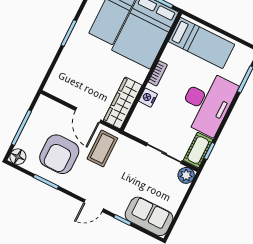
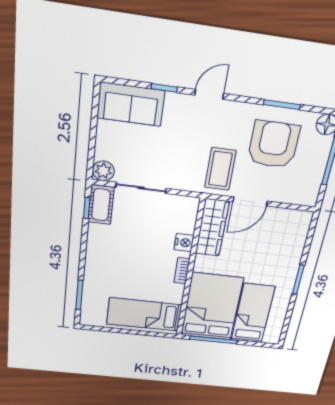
desk: (207, 103) -> (112, 259), removed
door: (88, 115) -> (250, 201), swing flipped

